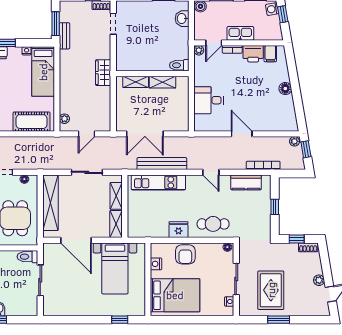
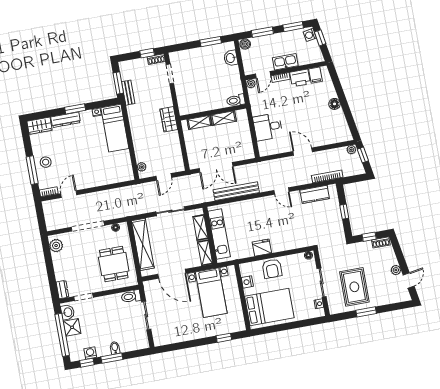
cot: (32, 122) -> (113, 175), removed
kitchen unit: (158, 182) -> (219, 234), moved, turned -90
cafe table: (213, 224) -> (292, 237), removed

